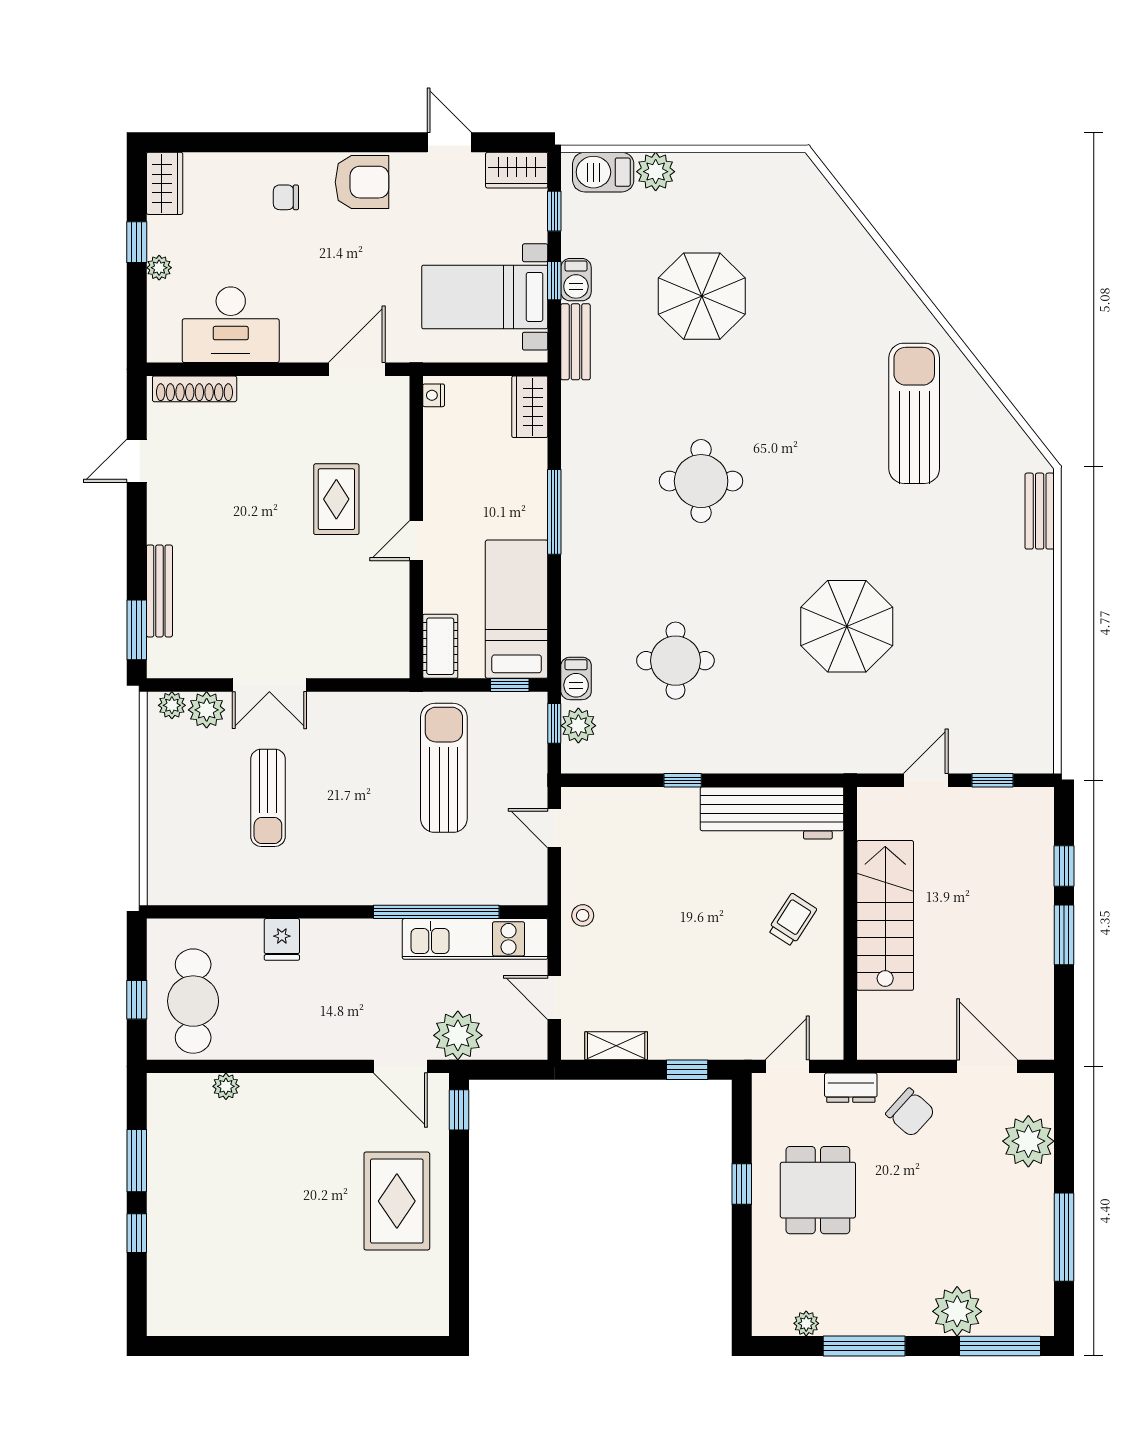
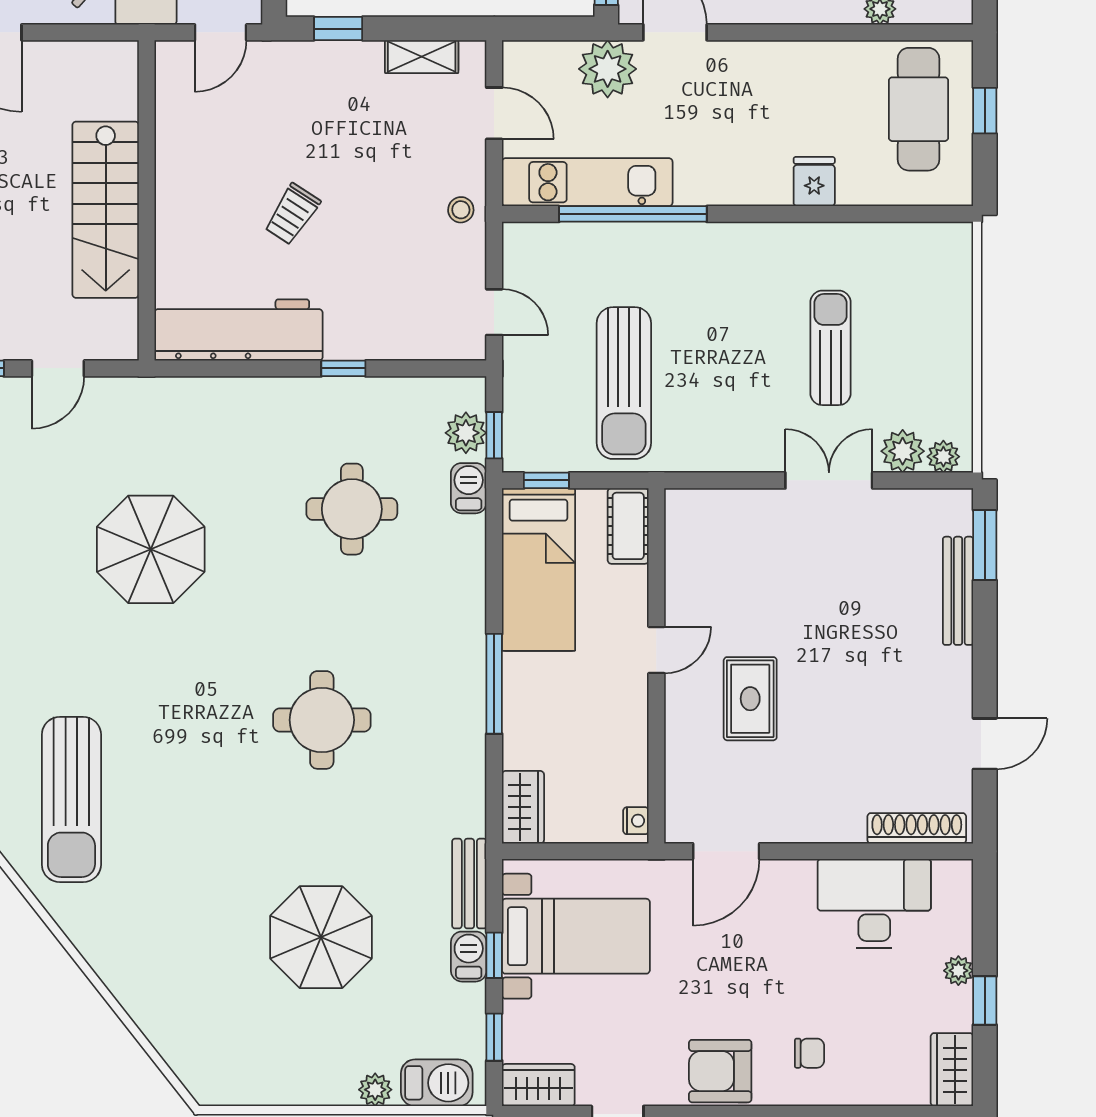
plant: (656, 172) -> (375, 1090), width x0.73, depth x0.73
trolley: (792, 920) -> (292, 214), moved

